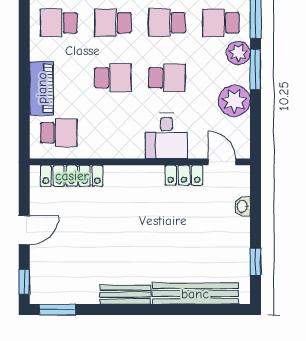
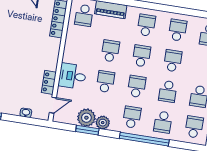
plant: (238, 53) -> (103, 123), moved
window: (255, 69) -> (87, 130), moved
school desk: (113, 78) -> (110, 51), turned 180
school desk: (167, 78) -> (105, 82), turned 180

